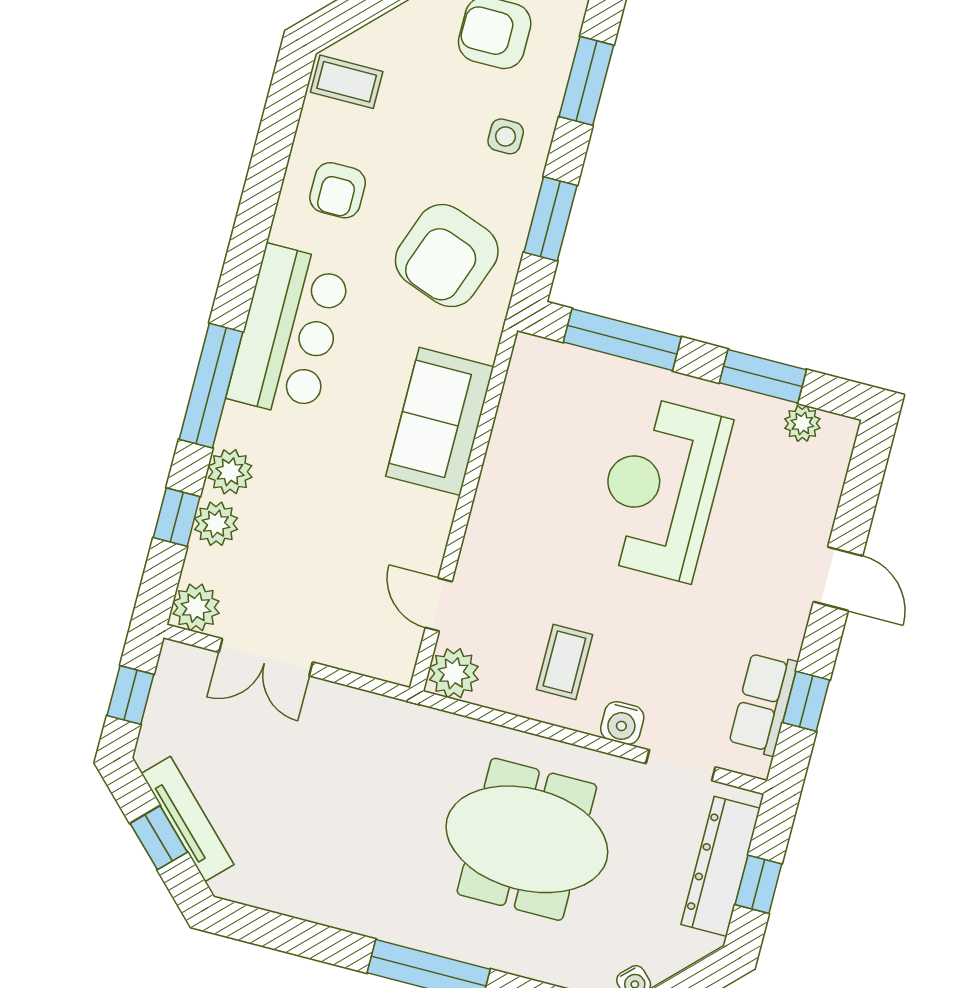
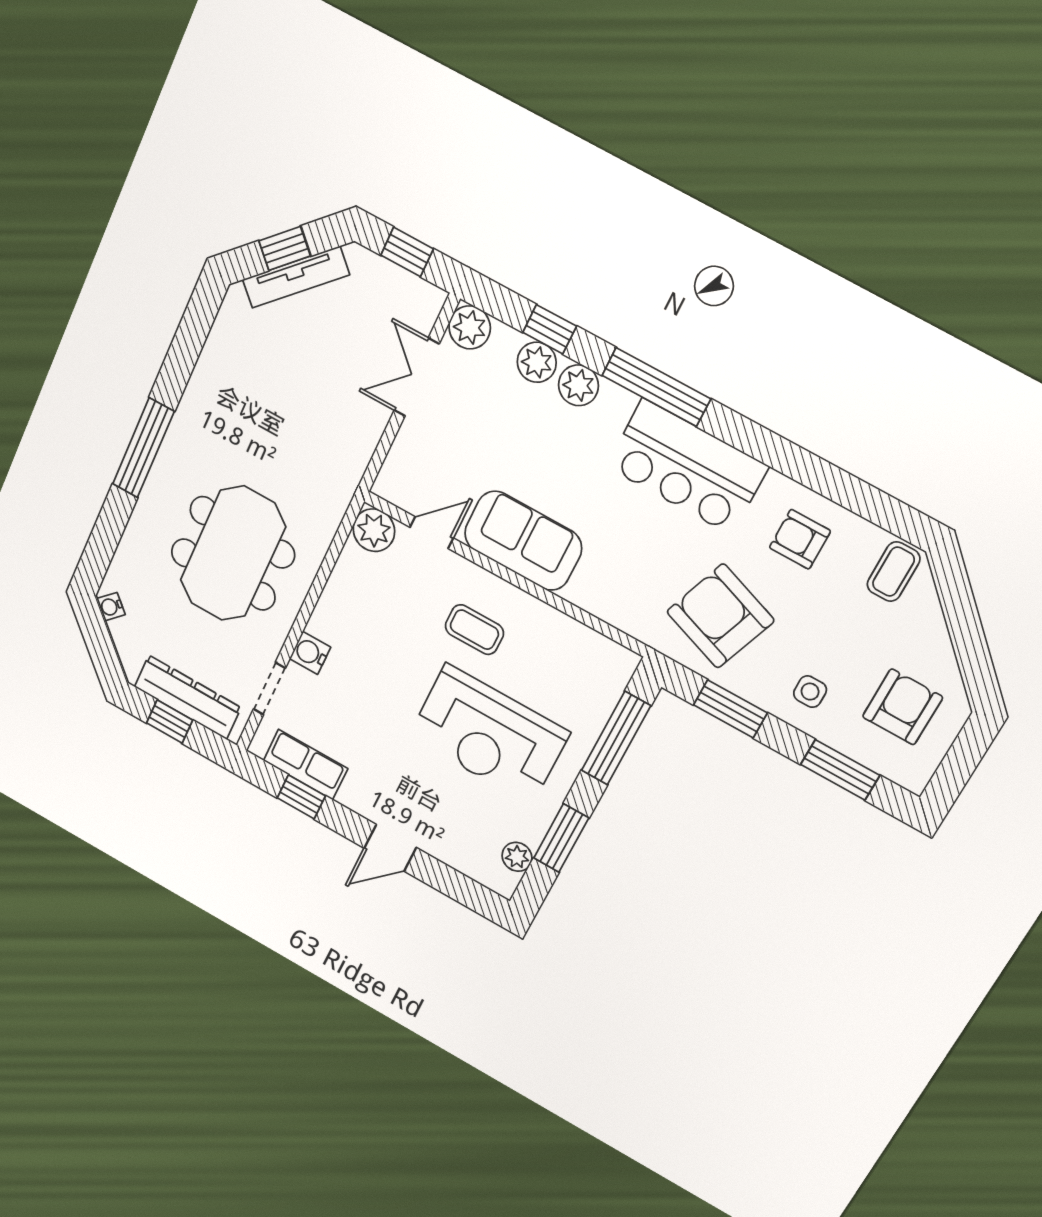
sofa: (440, 421) -> (523, 541), moved
reception desk: (661, 489) -> (489, 734), turned 180
coffee table: (564, 662) -> (474, 630), moved

